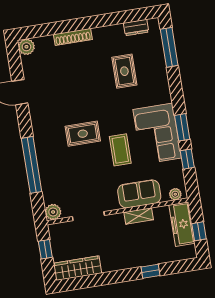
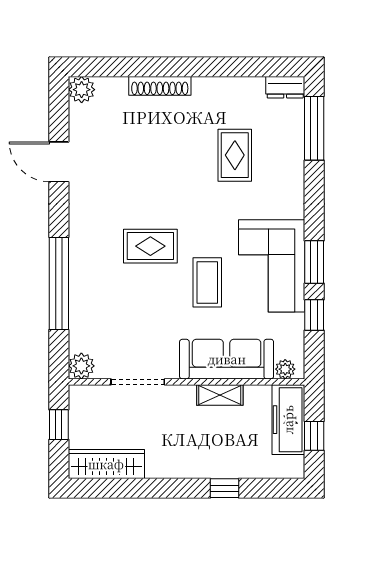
dresser: (136, 28) -> (285, 87), moved
sofa: (139, 194) -> (227, 359), width x1.36

